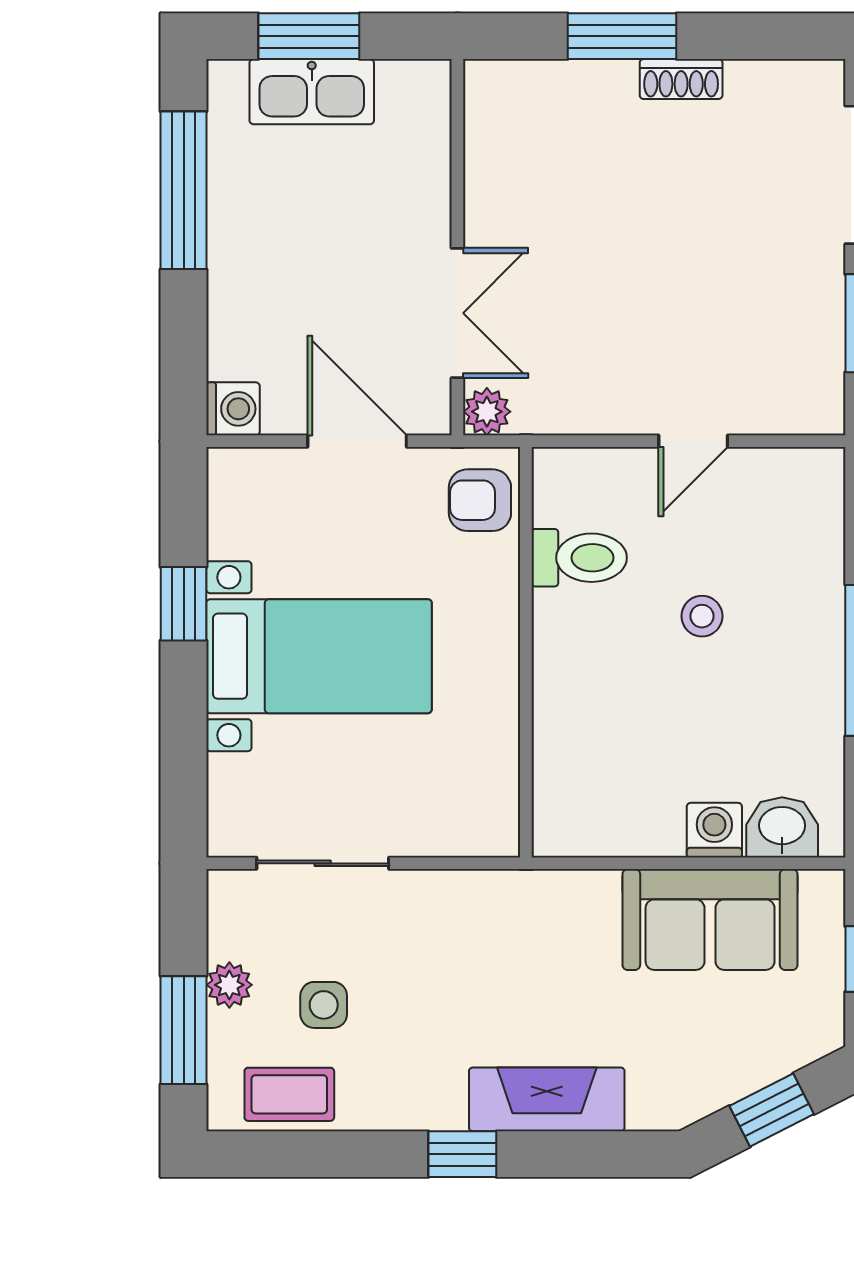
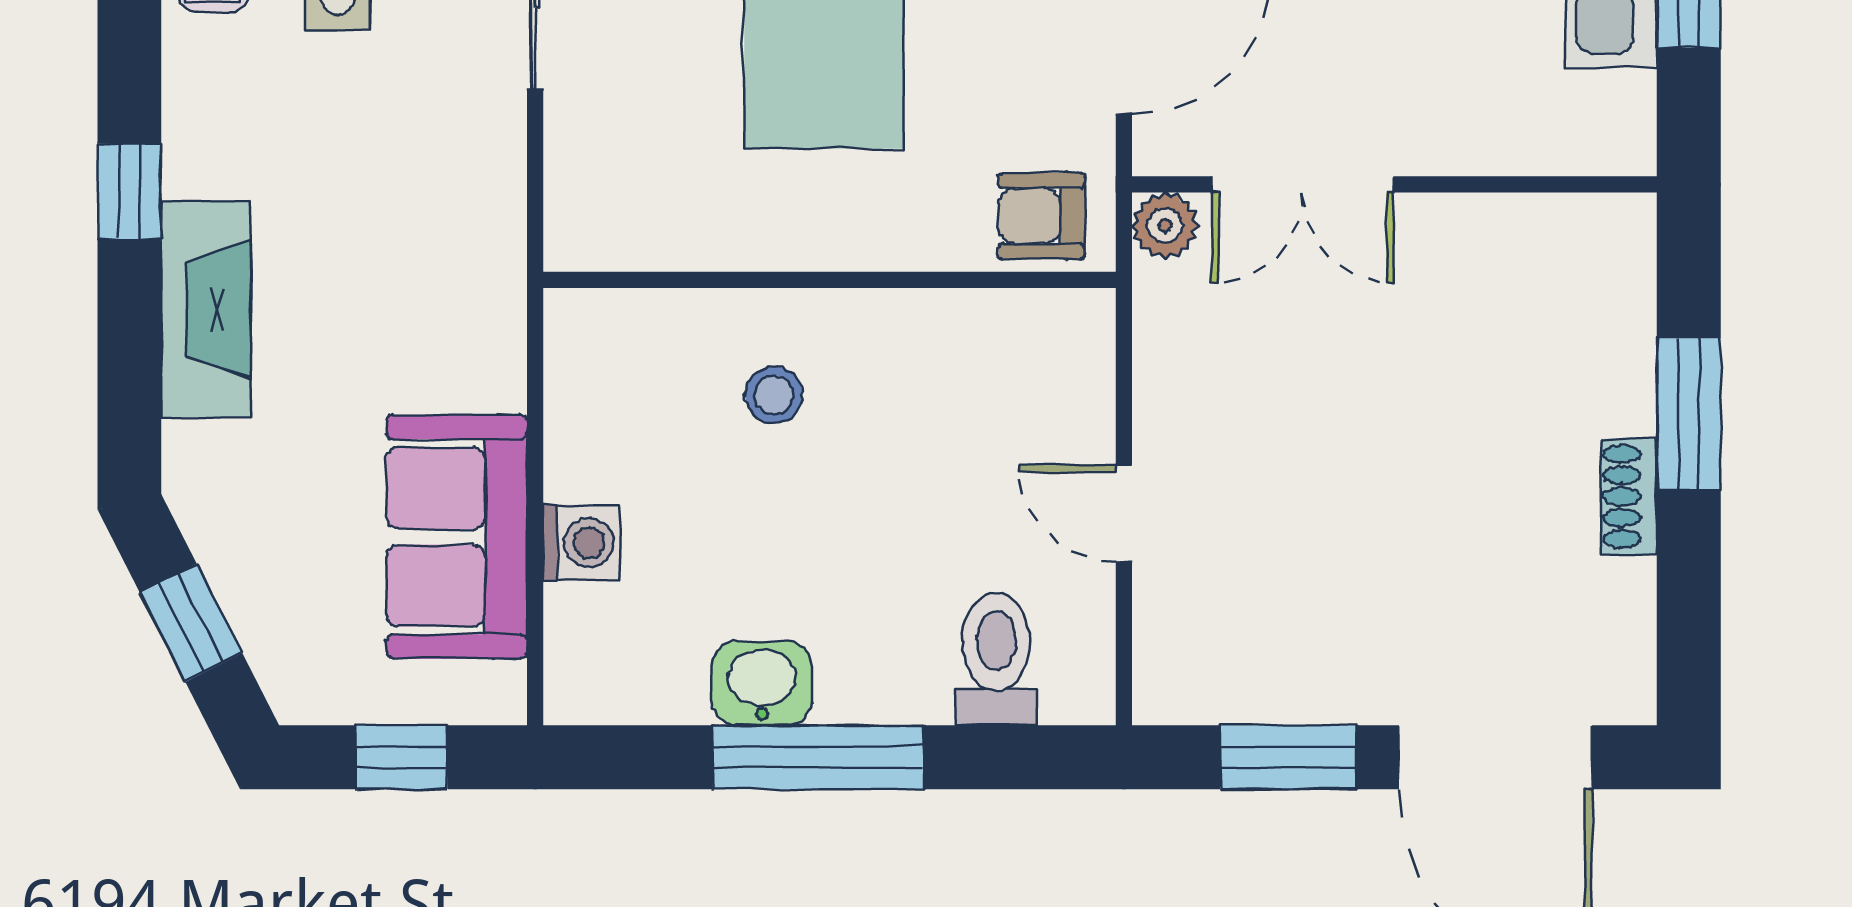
armchair: (480, 500) -> (1042, 216), turned -90
toilet: (579, 558) -> (996, 659), moved, turned 180
stool: (702, 616) -> (774, 395), moved
washbasin: (782, 827) -> (762, 683), moved, turned -90

